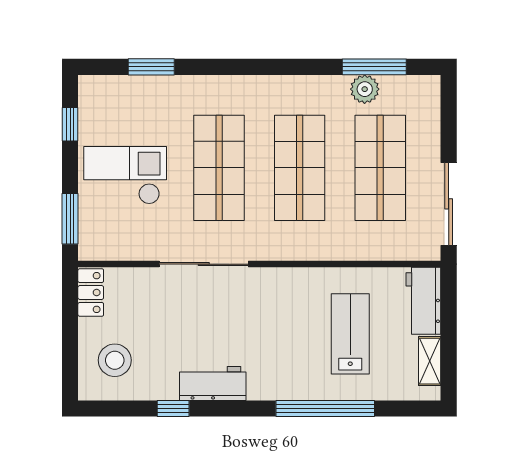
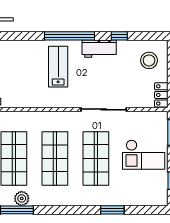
window: (151, 67) -> (112, 210), moved
lab bench: (350, 334) -> (58, 67), moved, turned 180
window: (325, 409) -> (70, 36), moved

